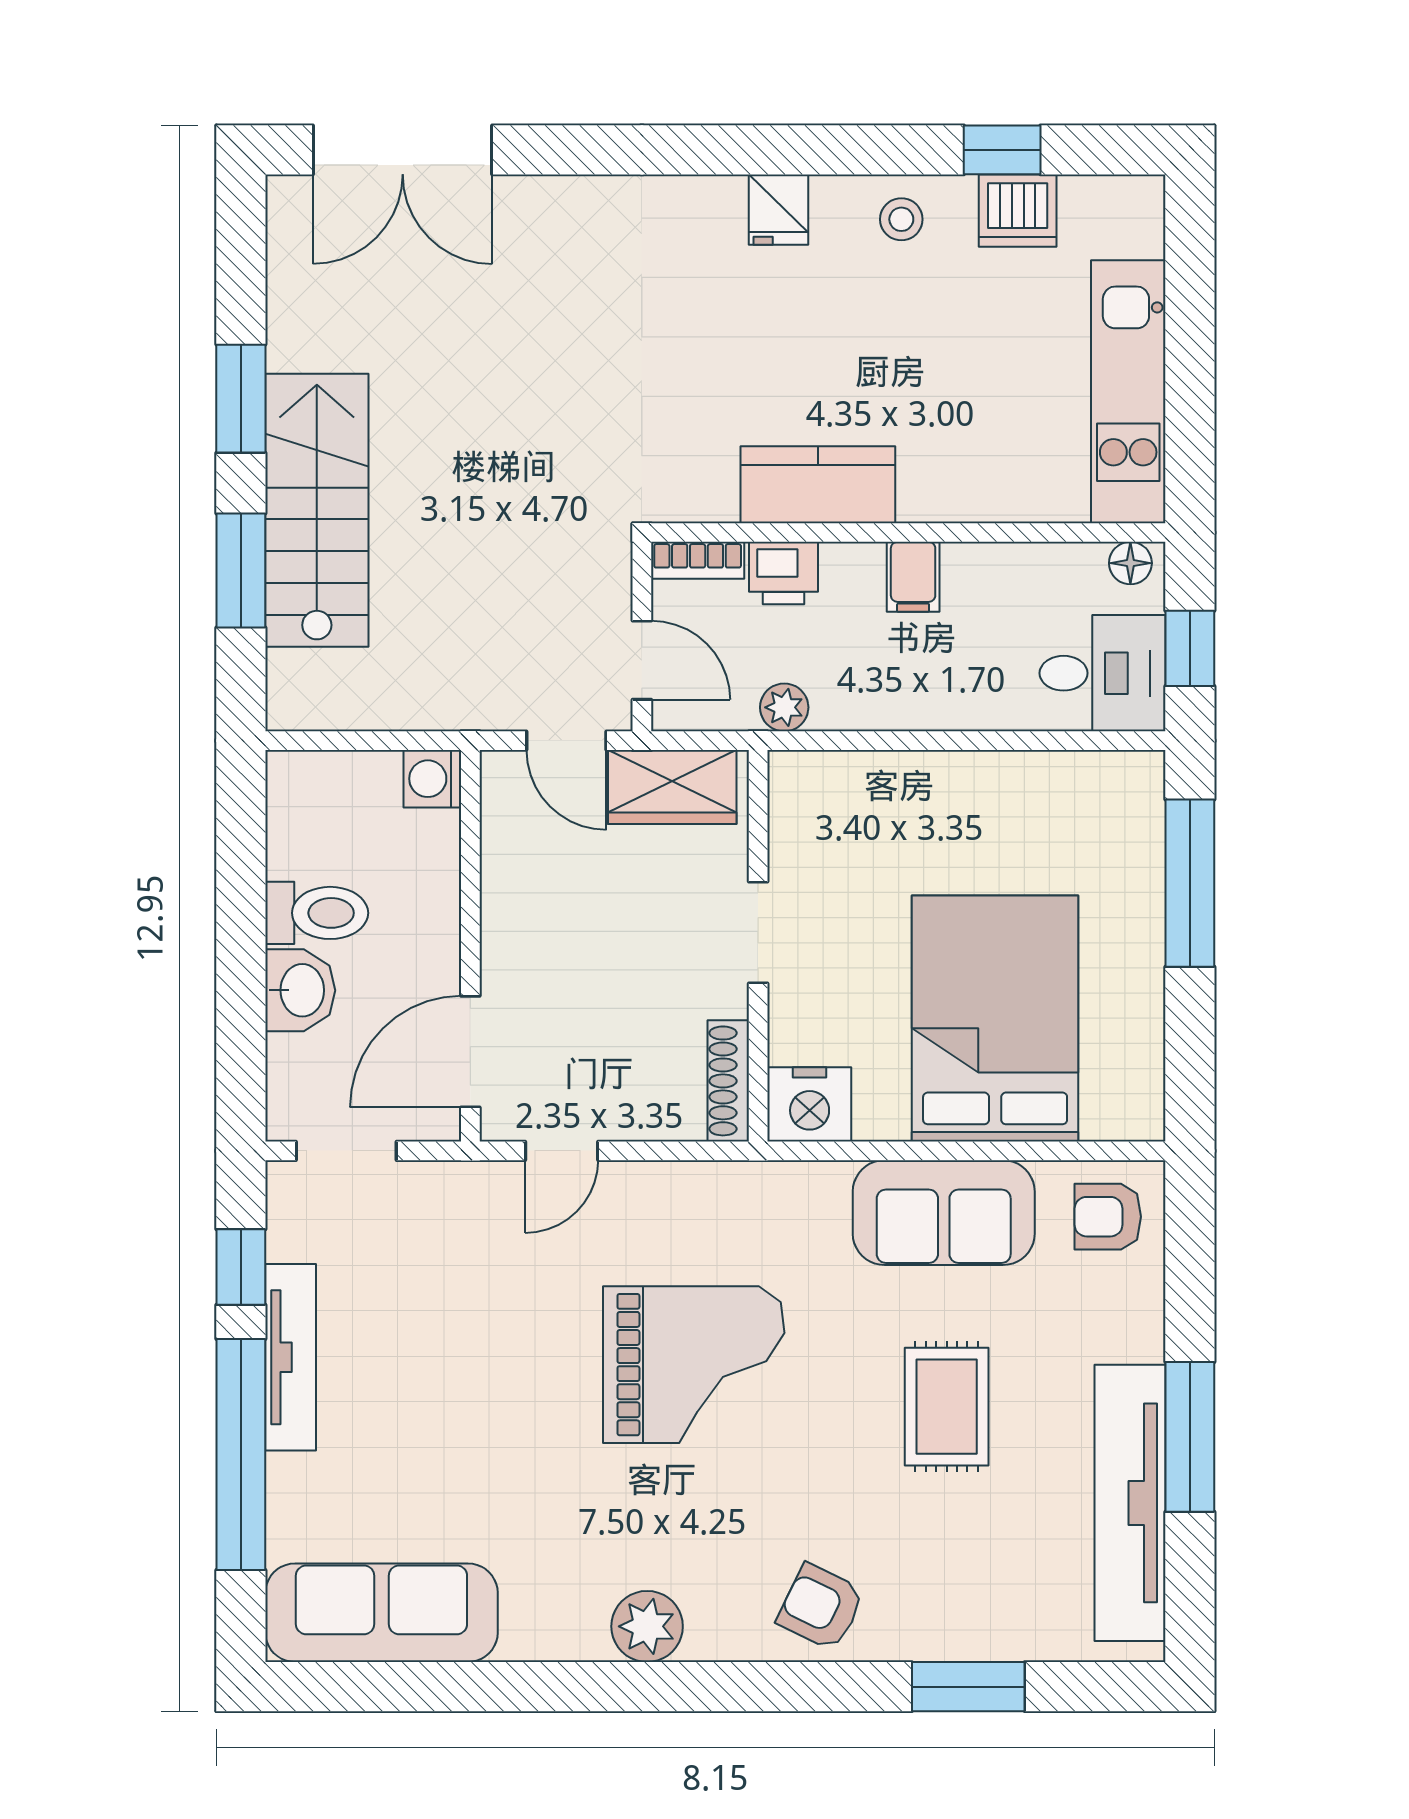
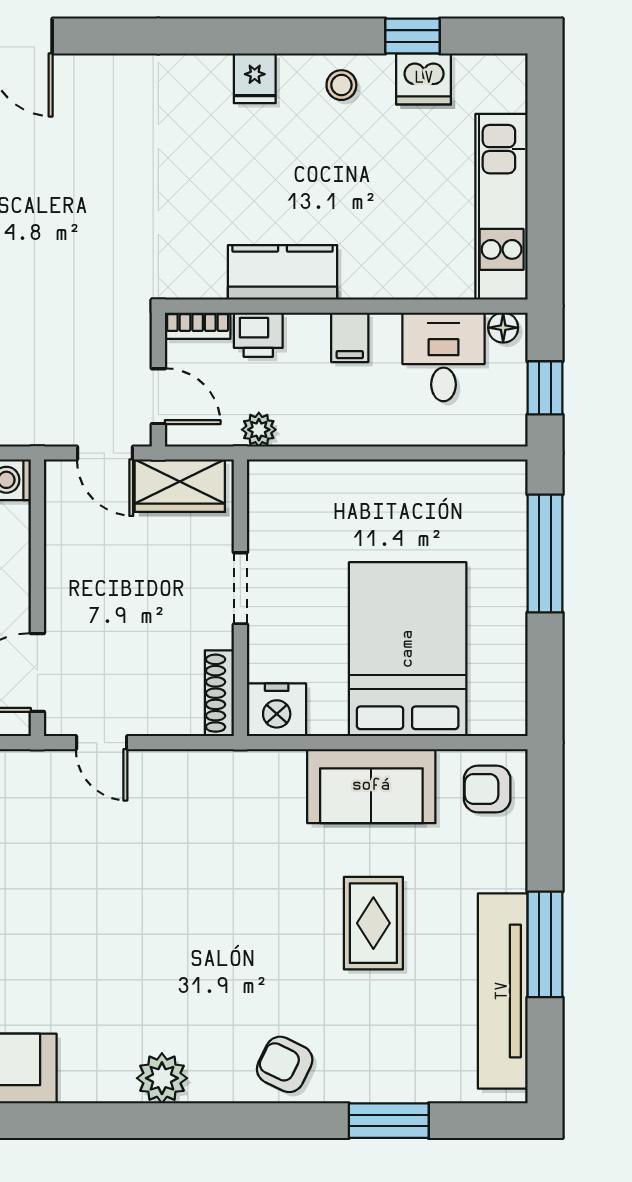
desk: (1102, 673) -> (443, 357), moved, turned -90
door: (562, 1151) -> (102, 743), hinge flipped
grand piano: (694, 1365) -> (195, 893), removed

